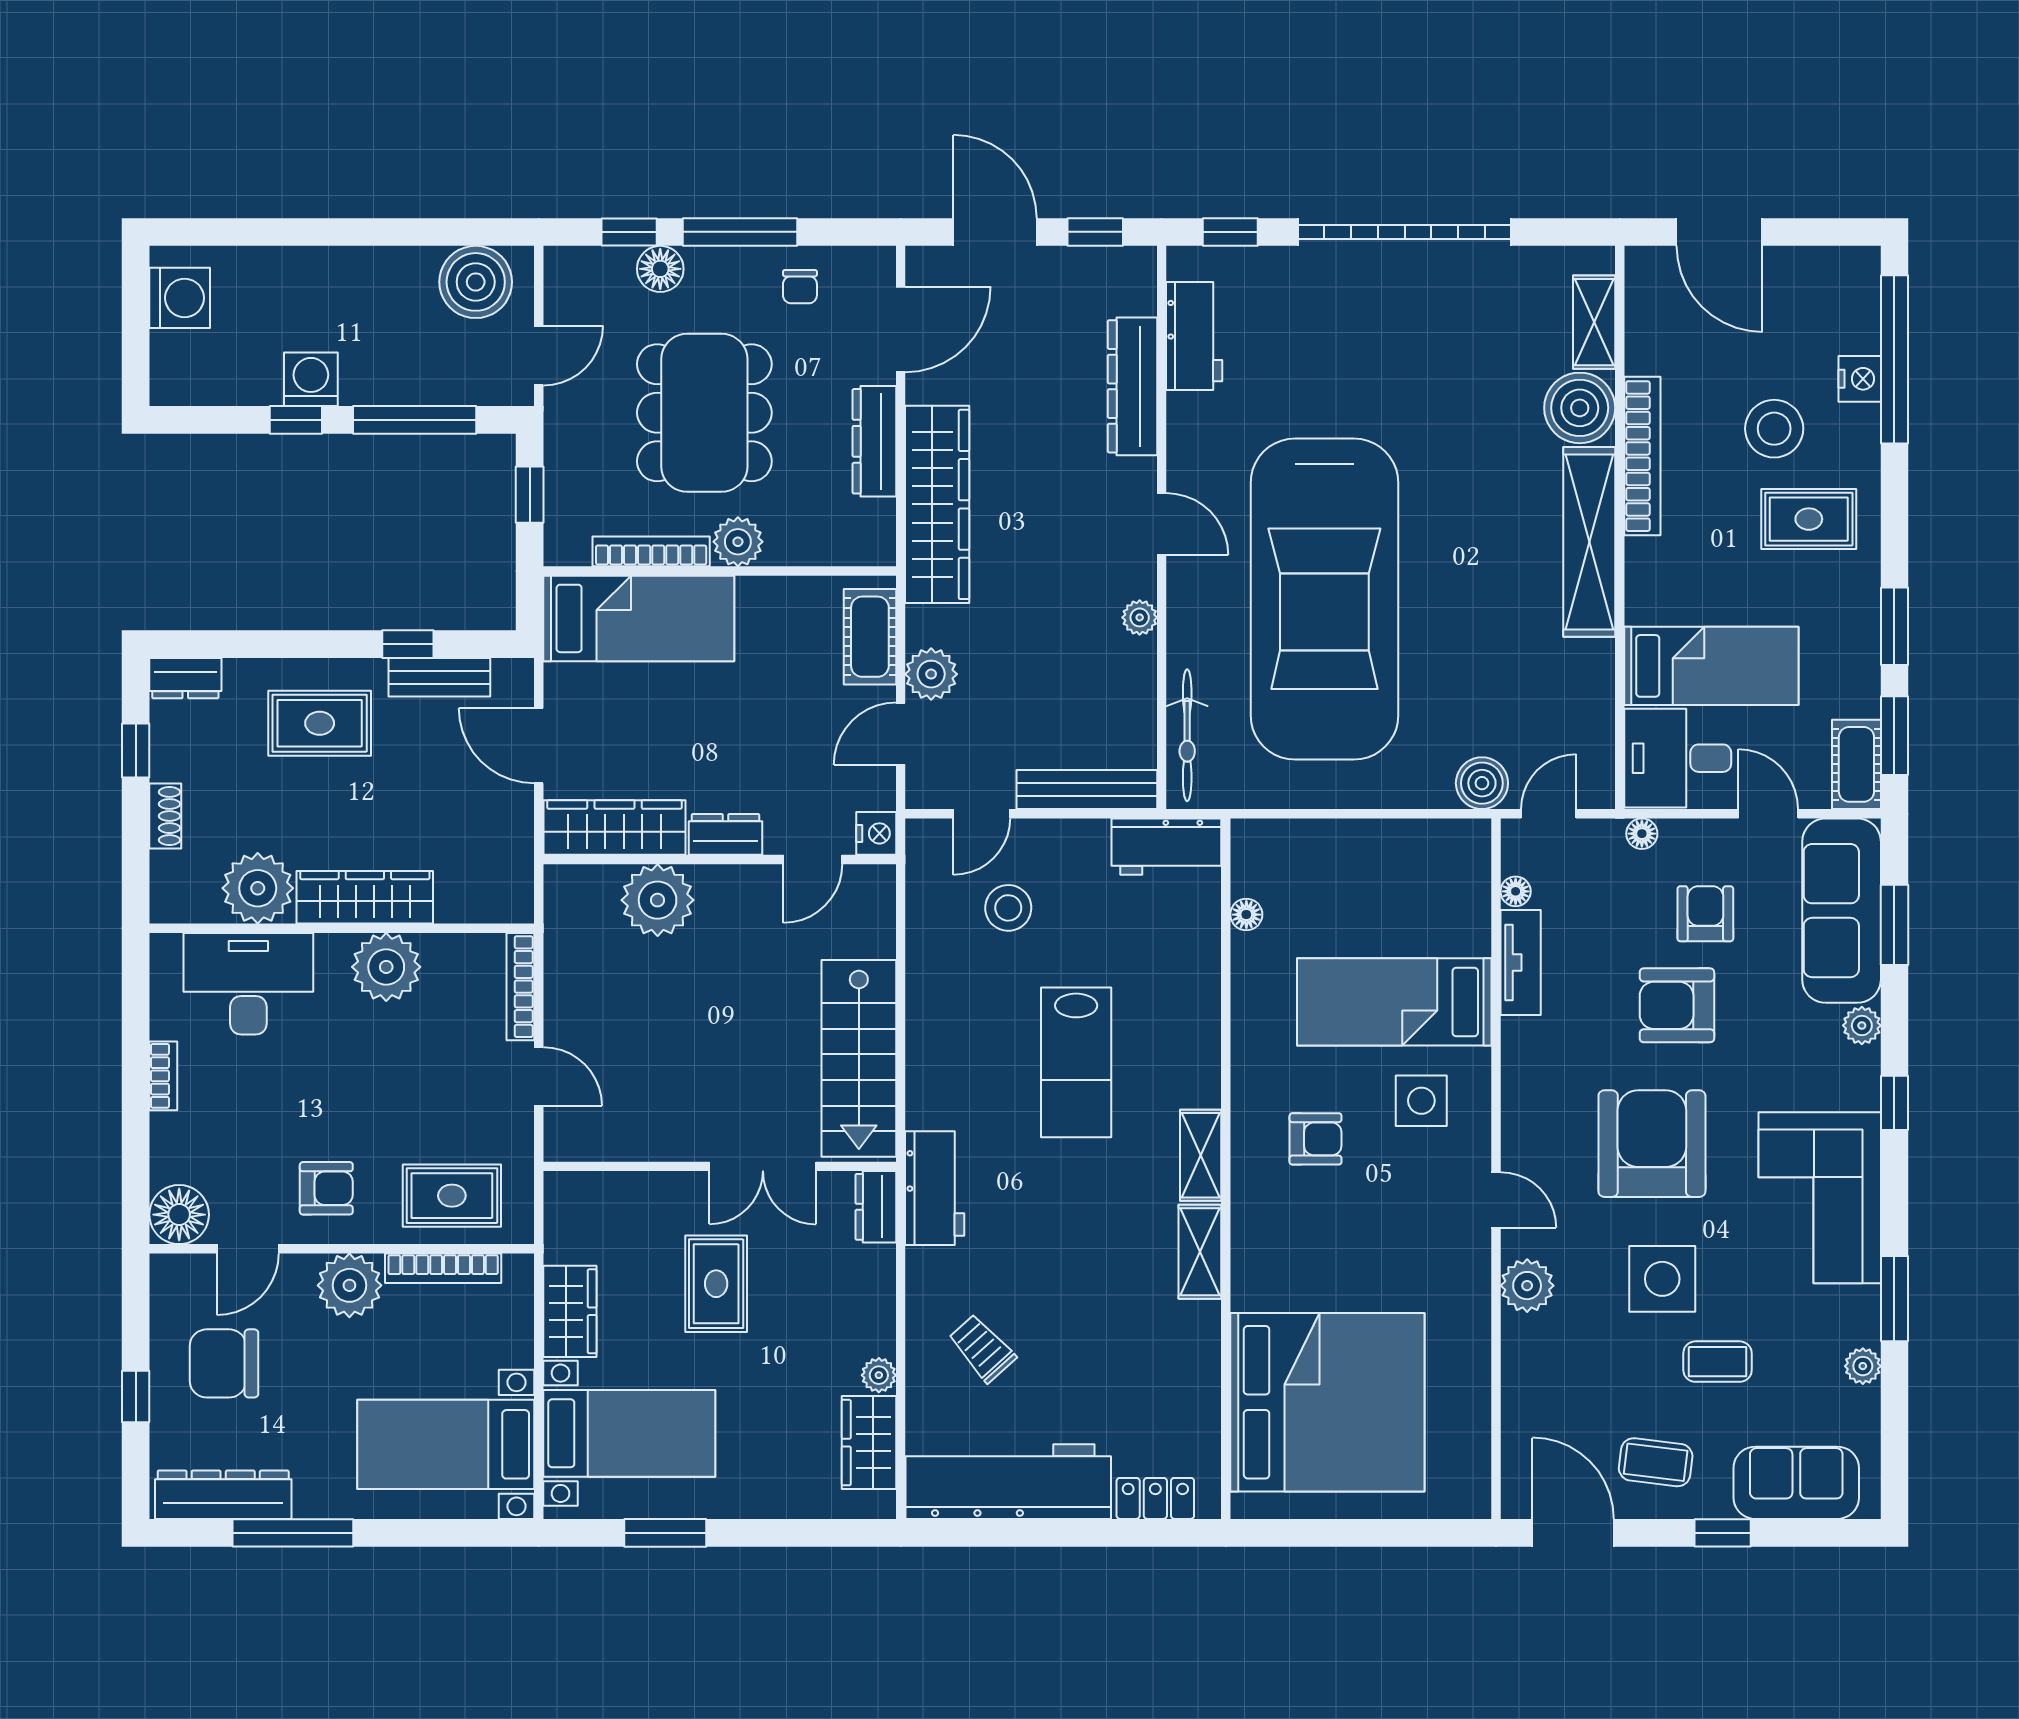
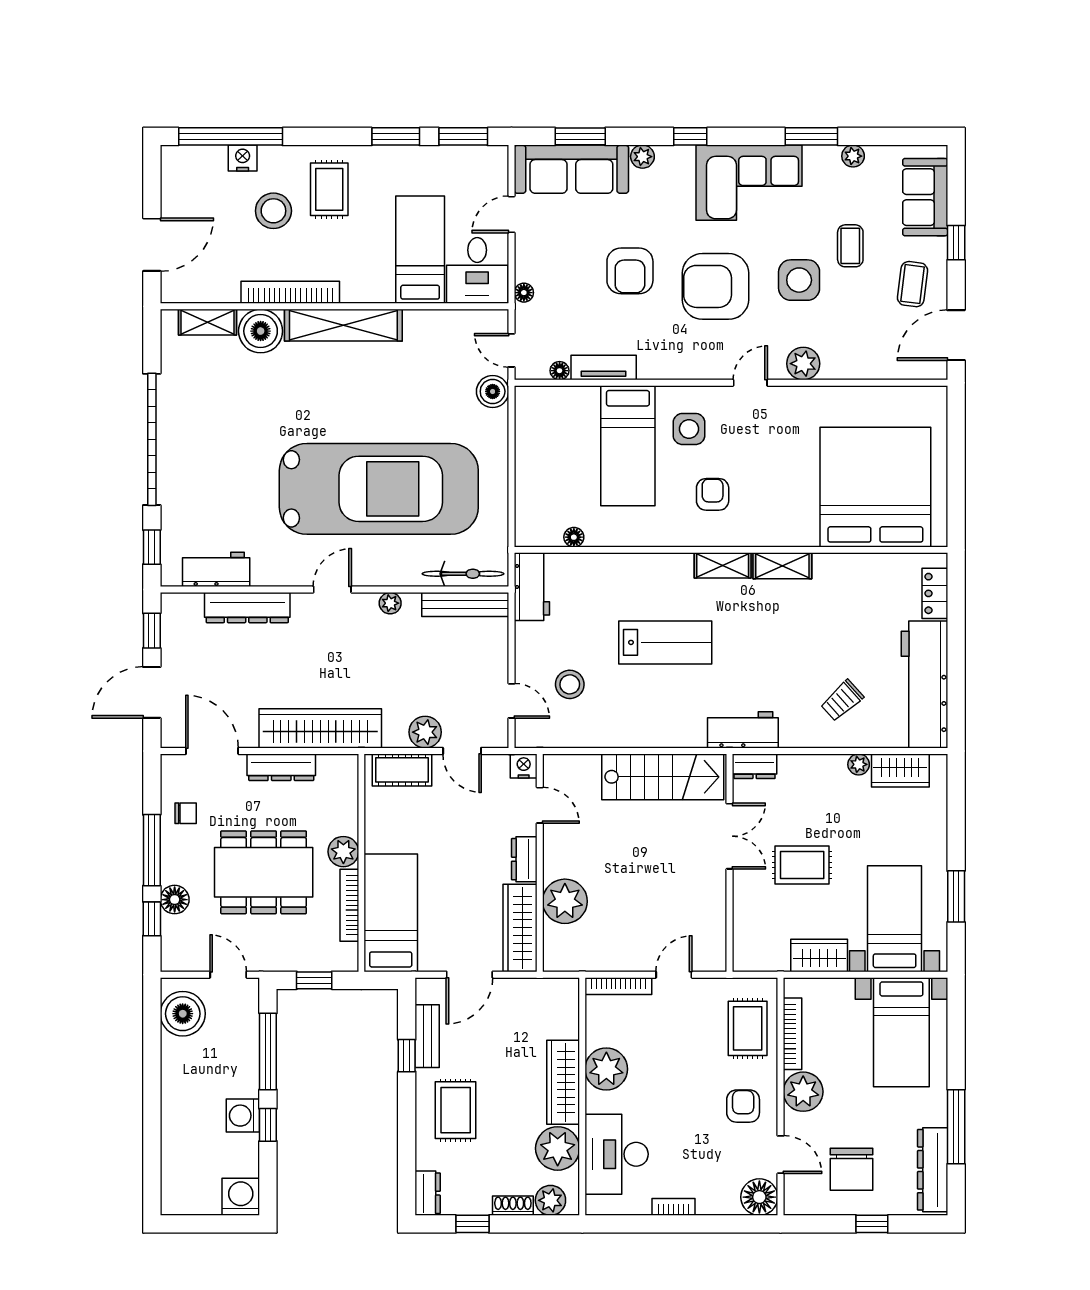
washing machine: (180, 298) -> (241, 1197), moved
cot: (1856, 764) -> (481, 160), removed
bench: (1087, 789) -> (465, 605), moved, turned 90
plant: (174, 877) -> (550, 1200), added
armchair: (1705, 914) -> (573, 253), removed

